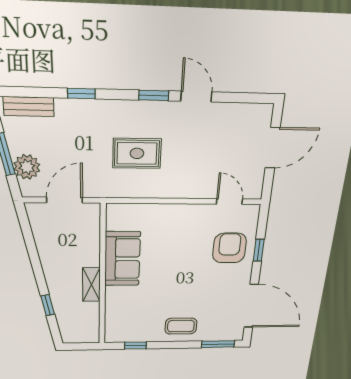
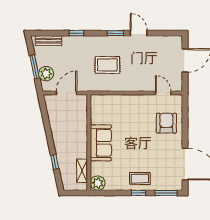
window: (259, 250) -> (185, 125), removed
sofa: (122, 259) -> (101, 143), moved
shelving: (91, 285) -> (82, 171), moved
plant: (116, 333) -> (98, 183), added
window: (135, 345) -> (139, 193), moved

